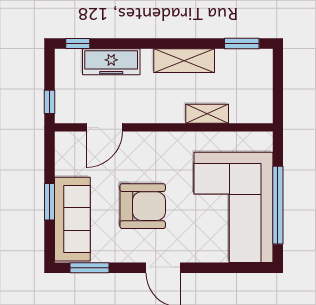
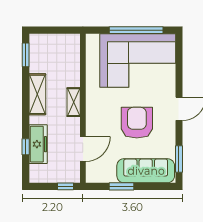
window: (78, 43) -> (26, 147), moved
shelving: (207, 114) -> (74, 102), moved
door: (104, 127) -> (83, 149), hinge flipped
window: (49, 202) -> (122, 186), moved

